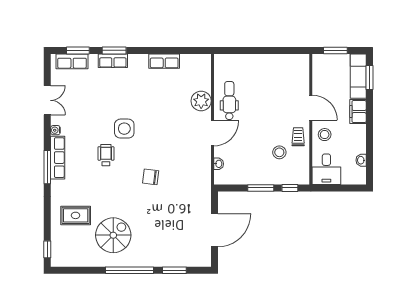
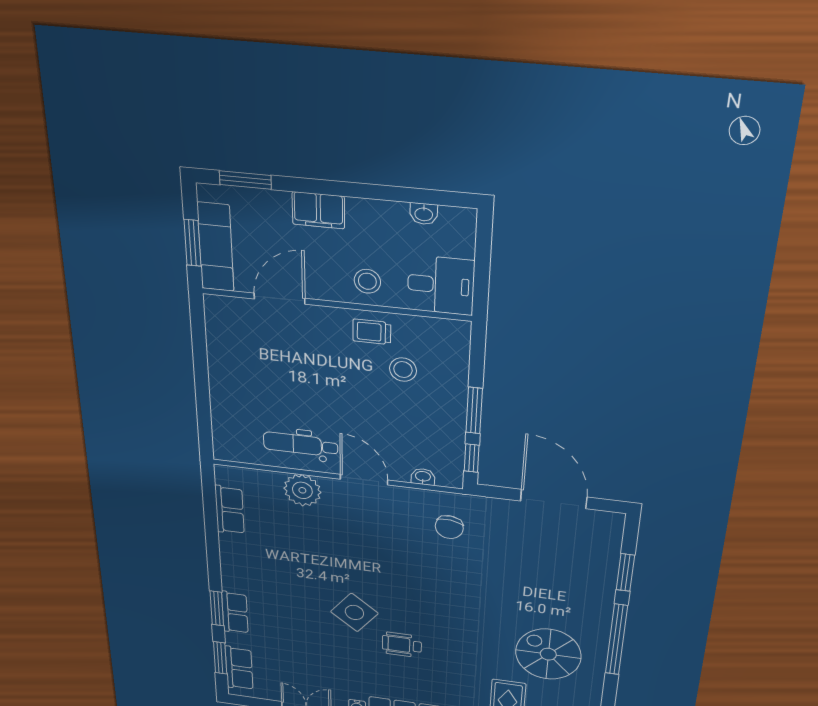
row of seats: (164, 61) -> (230, 510), moved
exam couch: (358, 76) -> (216, 247), moved, turned -90
door: (311, 108) -> (280, 299), moved
side table: (124, 129) -> (354, 612), turned 38
chair: (151, 177) -> (449, 527), moved
window: (290, 188) -> (472, 458), moved

